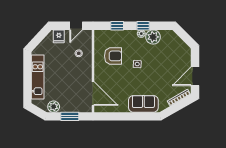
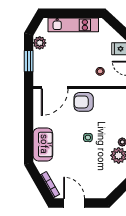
armchair: (113, 56) -> (84, 102), moved, turned 90

